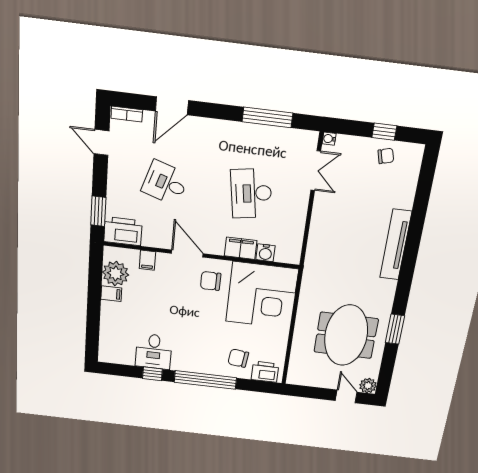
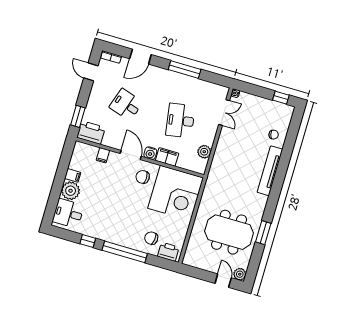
window: (267, 117) -> (185, 70), moved
window: (384, 132) -> (281, 98), moved
chair: (386, 156) -> (274, 135), moved
plant: (294, 233) -> (204, 152), added
water cooler: (265, 253) -> (150, 153), moved
plant: (116, 274) -> (71, 191), moved
meeting table: (346, 335) -> (229, 232), turned 90
desk: (154, 351) -> (68, 213), moved, turned 90

